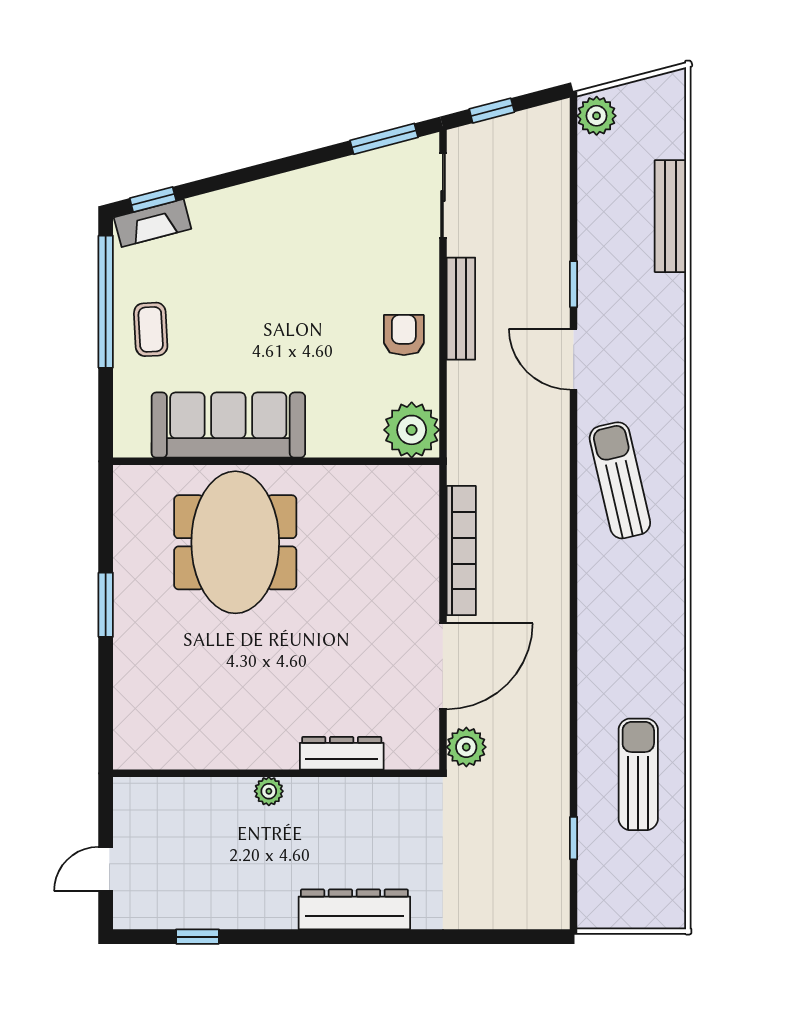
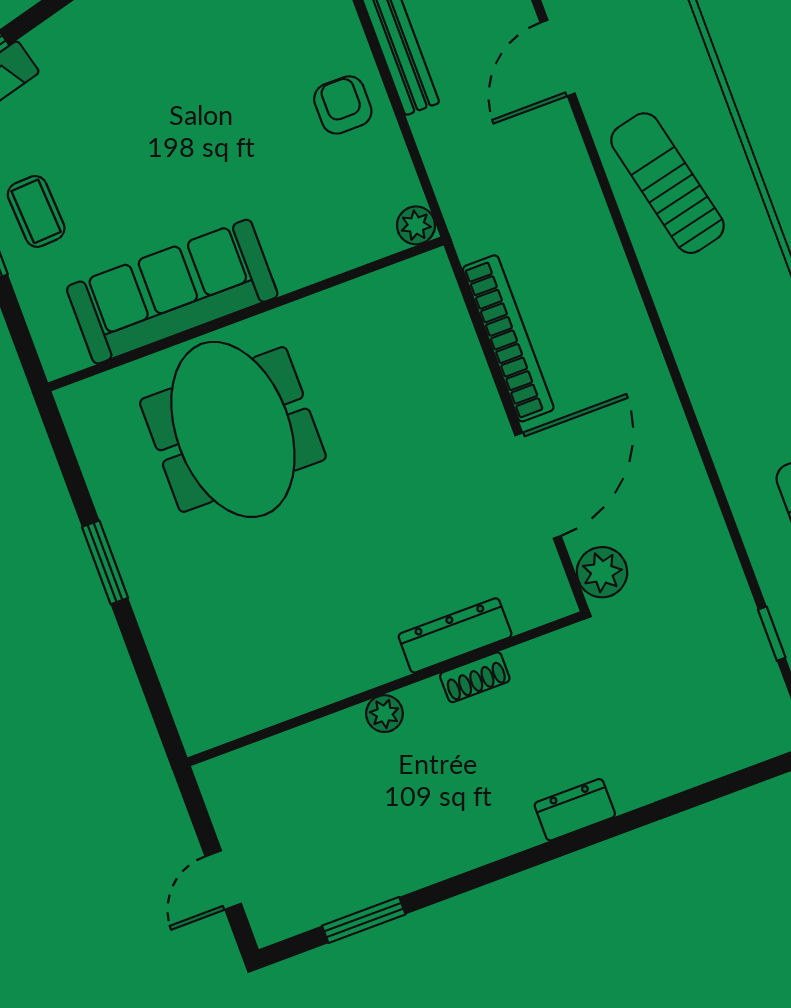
door: (574, 359) -> (558, 58), hinge flipped
plant: (412, 430) -> (416, 225), width x0.53, depth x0.53
shoe rack: (345, 789) -> (475, 677), added
dresser: (354, 909) -> (575, 810), width x0.51, depth x0.80
window: (198, 937) -> (364, 920), width x1.50

